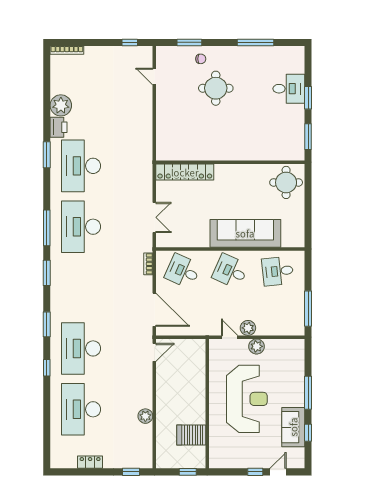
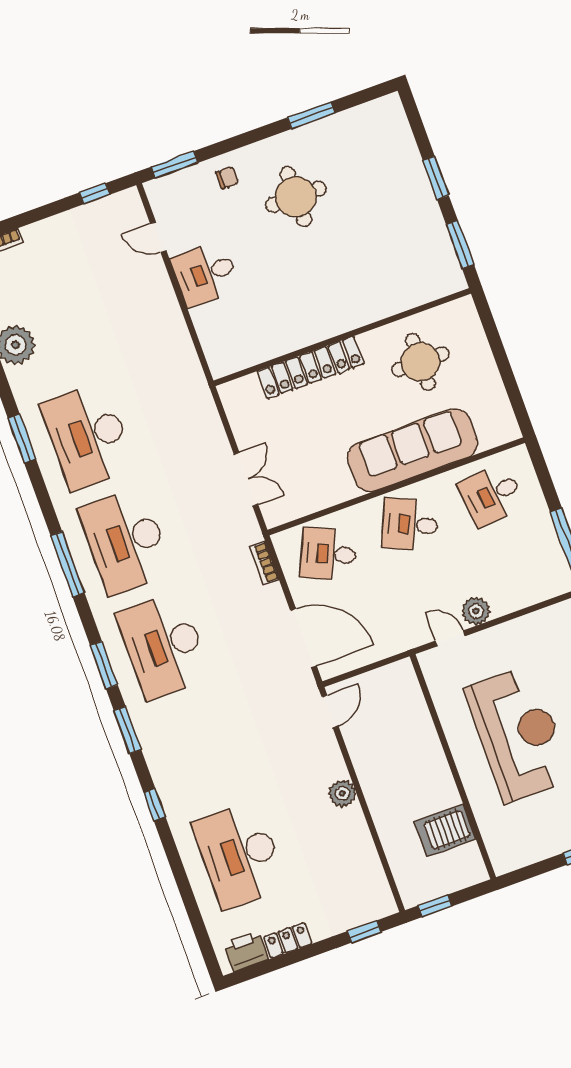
window: (189, 42) -> (175, 165), moved
window: (256, 42) -> (311, 115), width x0.69
round table: (216, 88) -> (296, 197), moved
desk: (289, 89) -> (205, 274), moved, turned 180
printer: (59, 127) -> (246, 951), moved, turned -90
locker: (185, 172) -> (311, 367), moved
round table: (286, 182) -> (420, 362), moved
window: (47, 273) -> (104, 665), moved
plant: (257, 346) -> (502, 638), removed
desk: (81, 348) -> (164, 646), moved
plant: (145, 416) -> (342, 793), moved
window: (188, 472) -> (435, 906), moved

